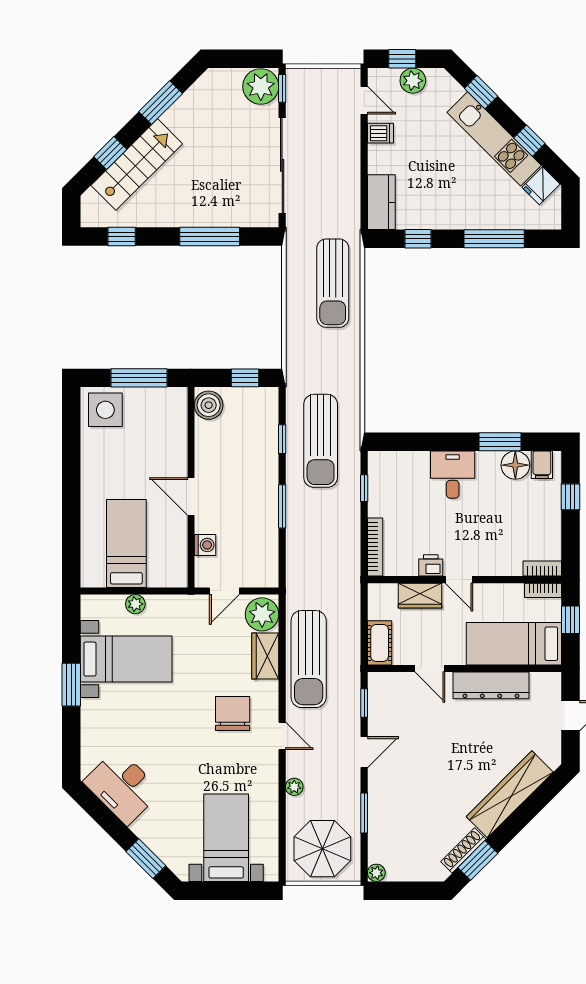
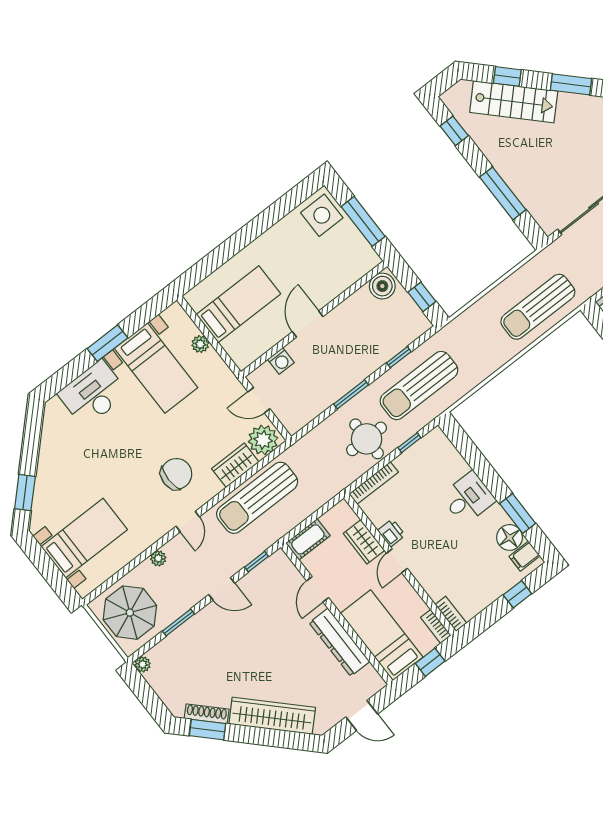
round table: (332, 523) -> (367, 439), added
desk: (122, 787) -> (93, 394), moved, turned 45

